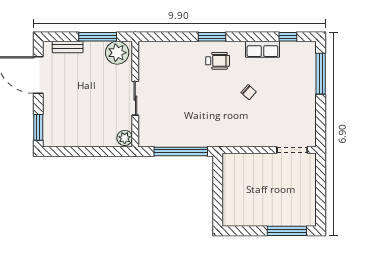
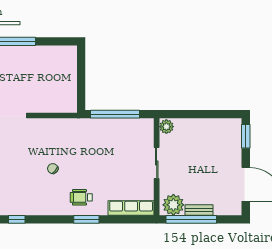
window: (98, 37) -> (191, 219), width x1.46
bench: (68, 47) -> (199, 210), moved
row of seats: (262, 49) -> (131, 208), moved, width x1.48

